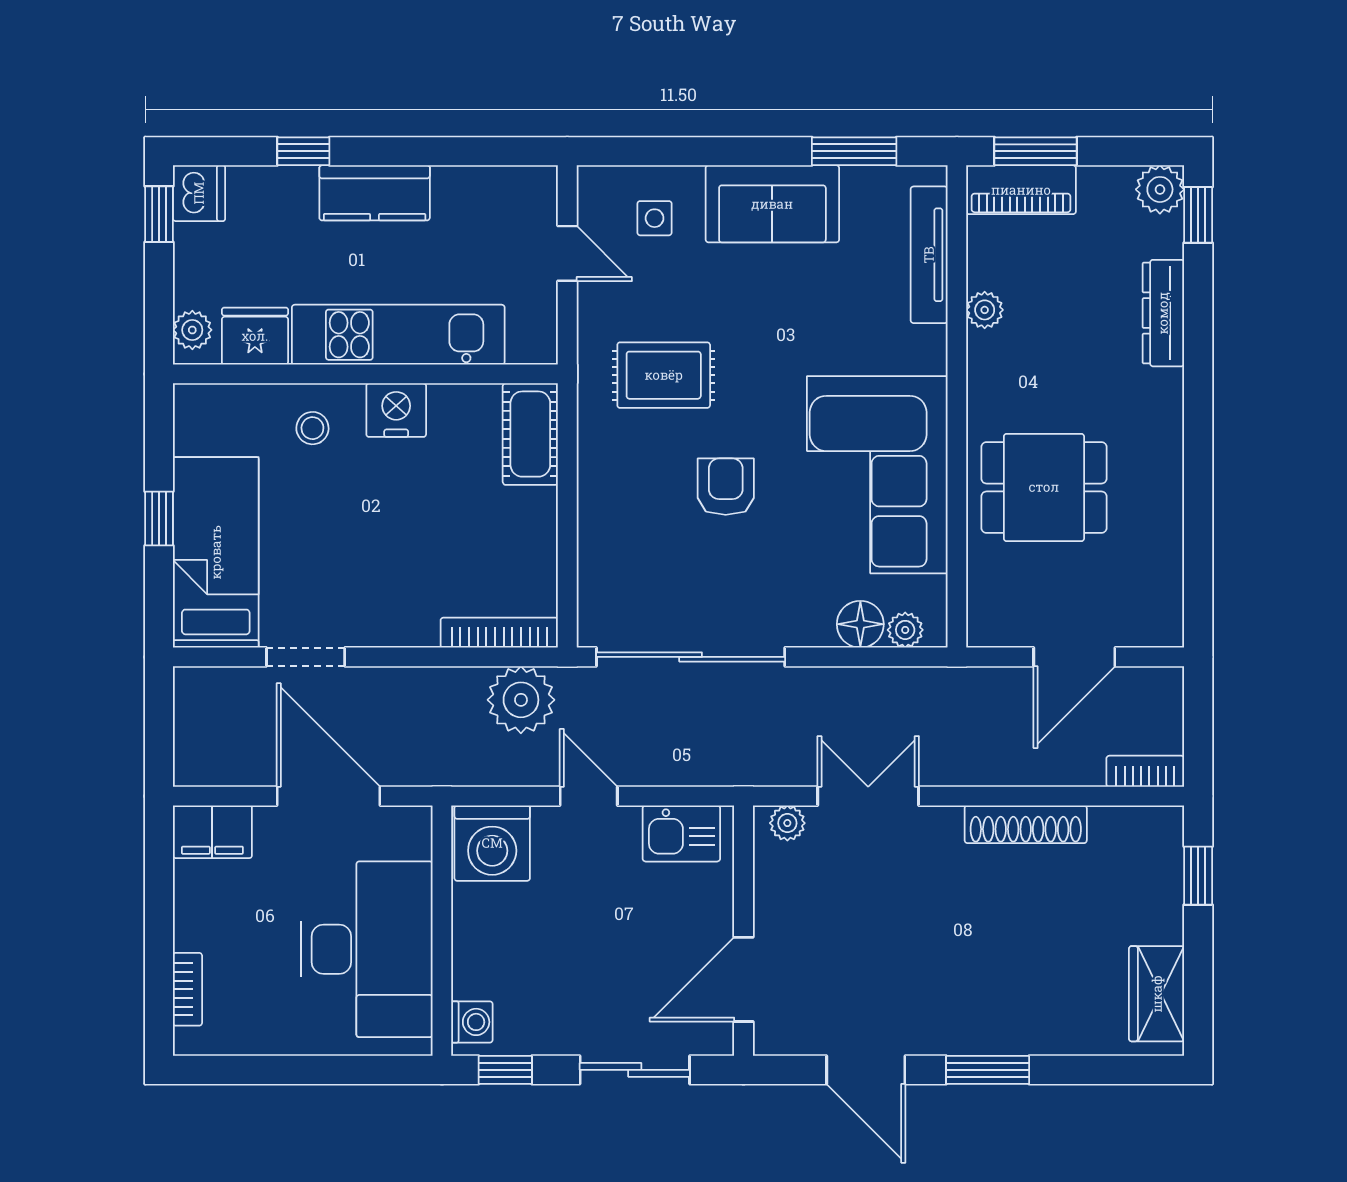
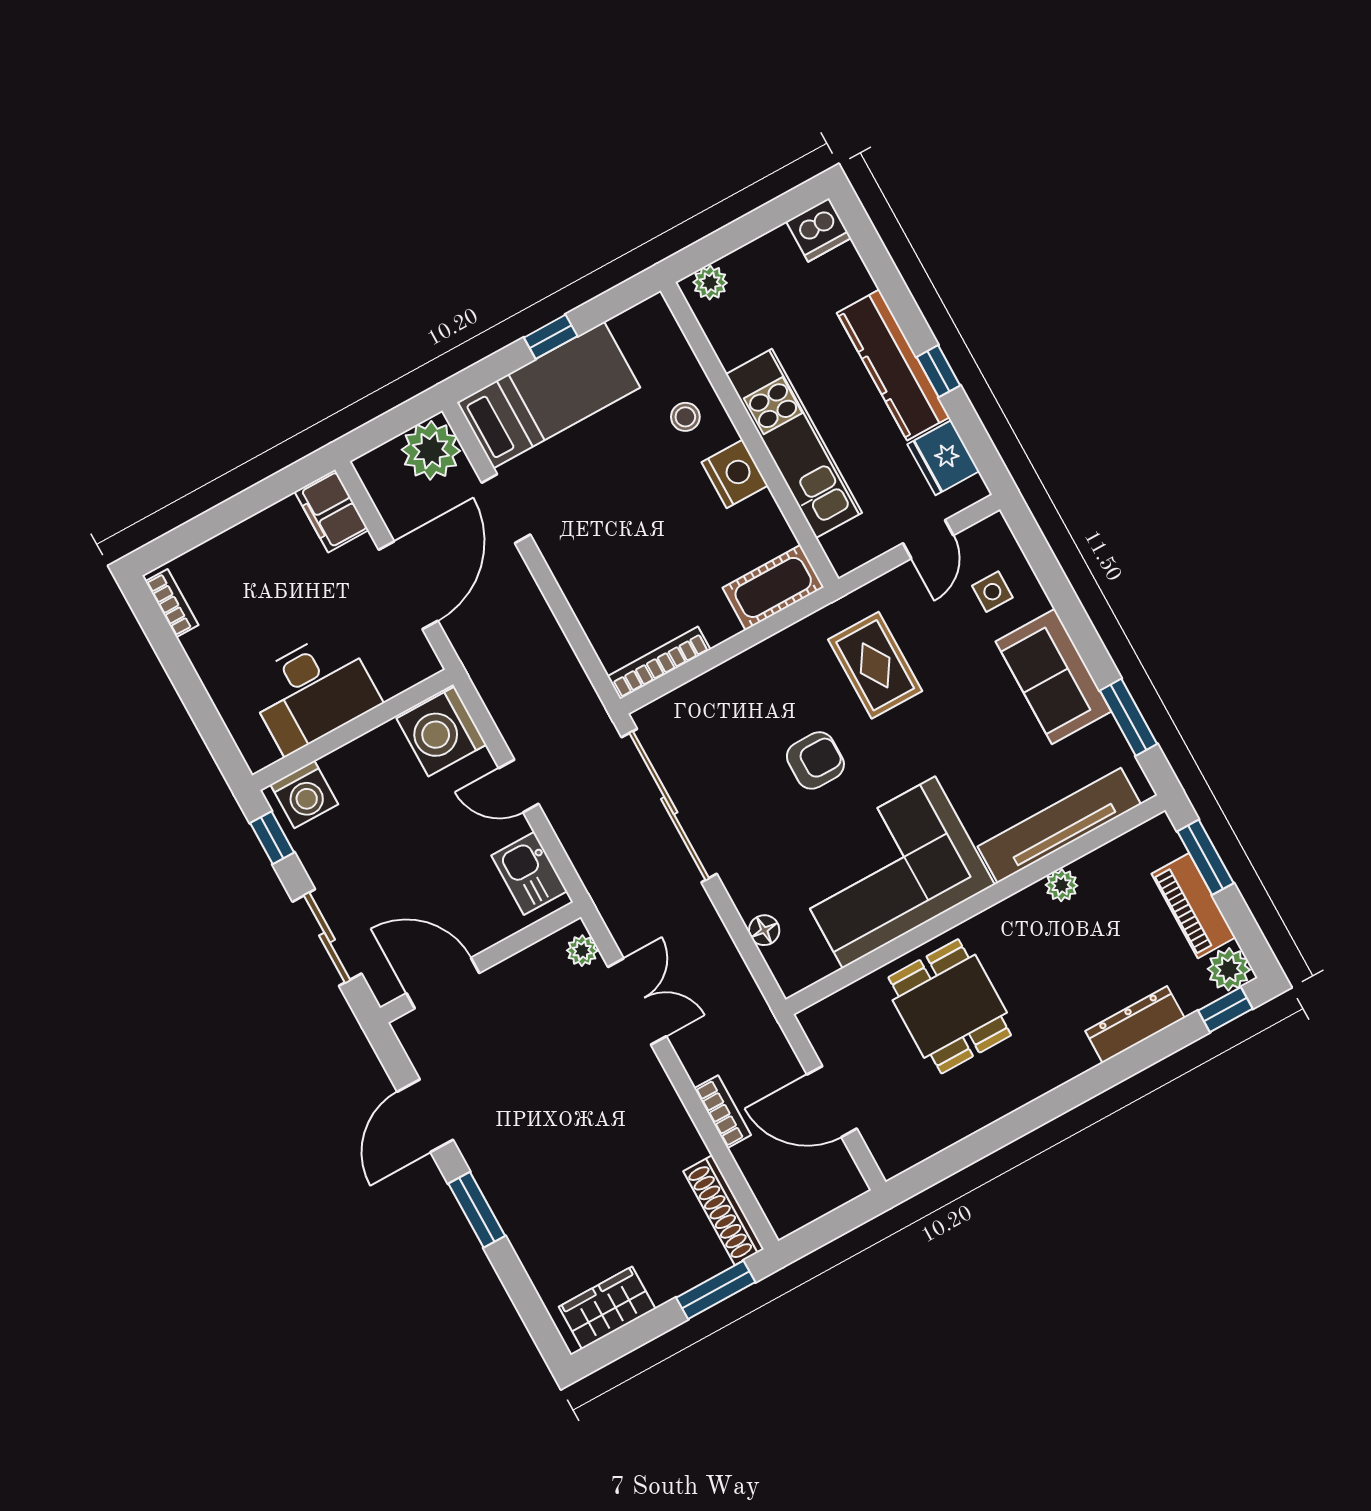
window: (303, 151) -> (938, 371), moved
piano: (1021, 190) -> (1193, 906), moved
kitchen counter: (375, 193) -> (893, 365), width x1.50
window: (159, 214) -> (785, 208), removed
tv unit: (929, 255) -> (1059, 825), width x1.36, depth x1.29
fridge: (255, 336) -> (943, 458), moved, turned 180
floor lamp: (860, 624) -> (764, 930), width x0.73, depth x0.73
plant: (905, 630) -> (781, 960), removed
bookcase: (499, 633) -> (659, 663), moved, turned -90
plant: (521, 700) -> (431, 450), moved
bookcase: (1145, 771) -> (723, 1112), moved
door: (589, 796) -> (519, 786), swing flipped
shoe rack: (1026, 824) -> (724, 1210), moved
window: (1198, 876) -> (716, 1290), width x1.50
desk: (367, 949) -> (313, 692), width x0.73, depth x0.77
bookcase: (187, 989) -> (172, 603), moved, turned -90
washing machine: (472, 1022) -> (304, 794), width x1.38, depth x1.38

